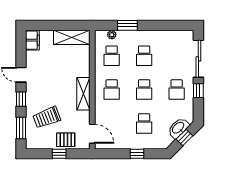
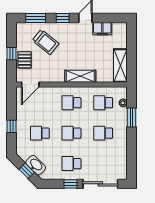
filing cabinet: (32, 40) -> (102, 29), moved
shelving: (83, 94) -> (80, 76), moved
trolley: (47, 117) -> (46, 42), turned 150

